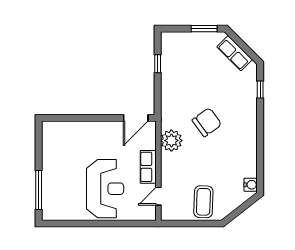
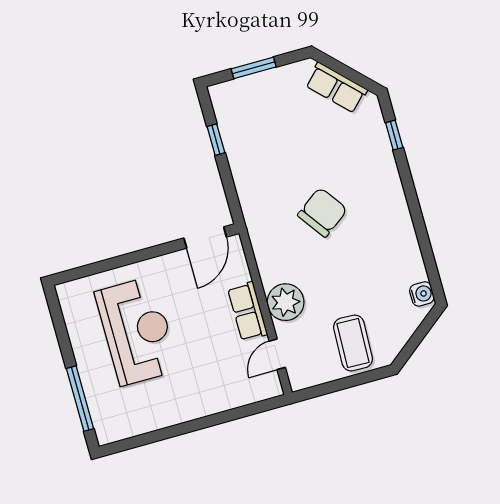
window: (204, 29) -> (254, 68), moved
plant: (171, 141) -> (286, 302), moved
reception desk: (105, 189) -> (137, 331), moved

